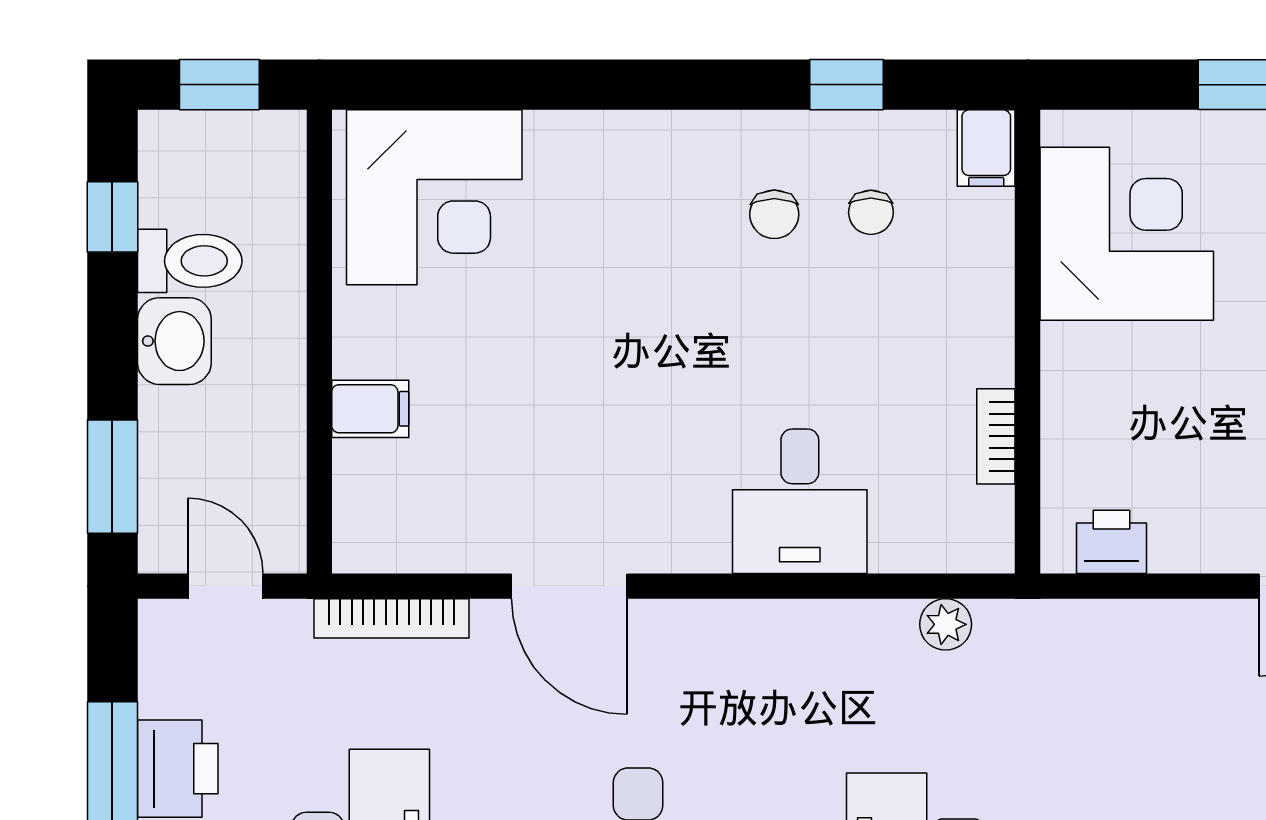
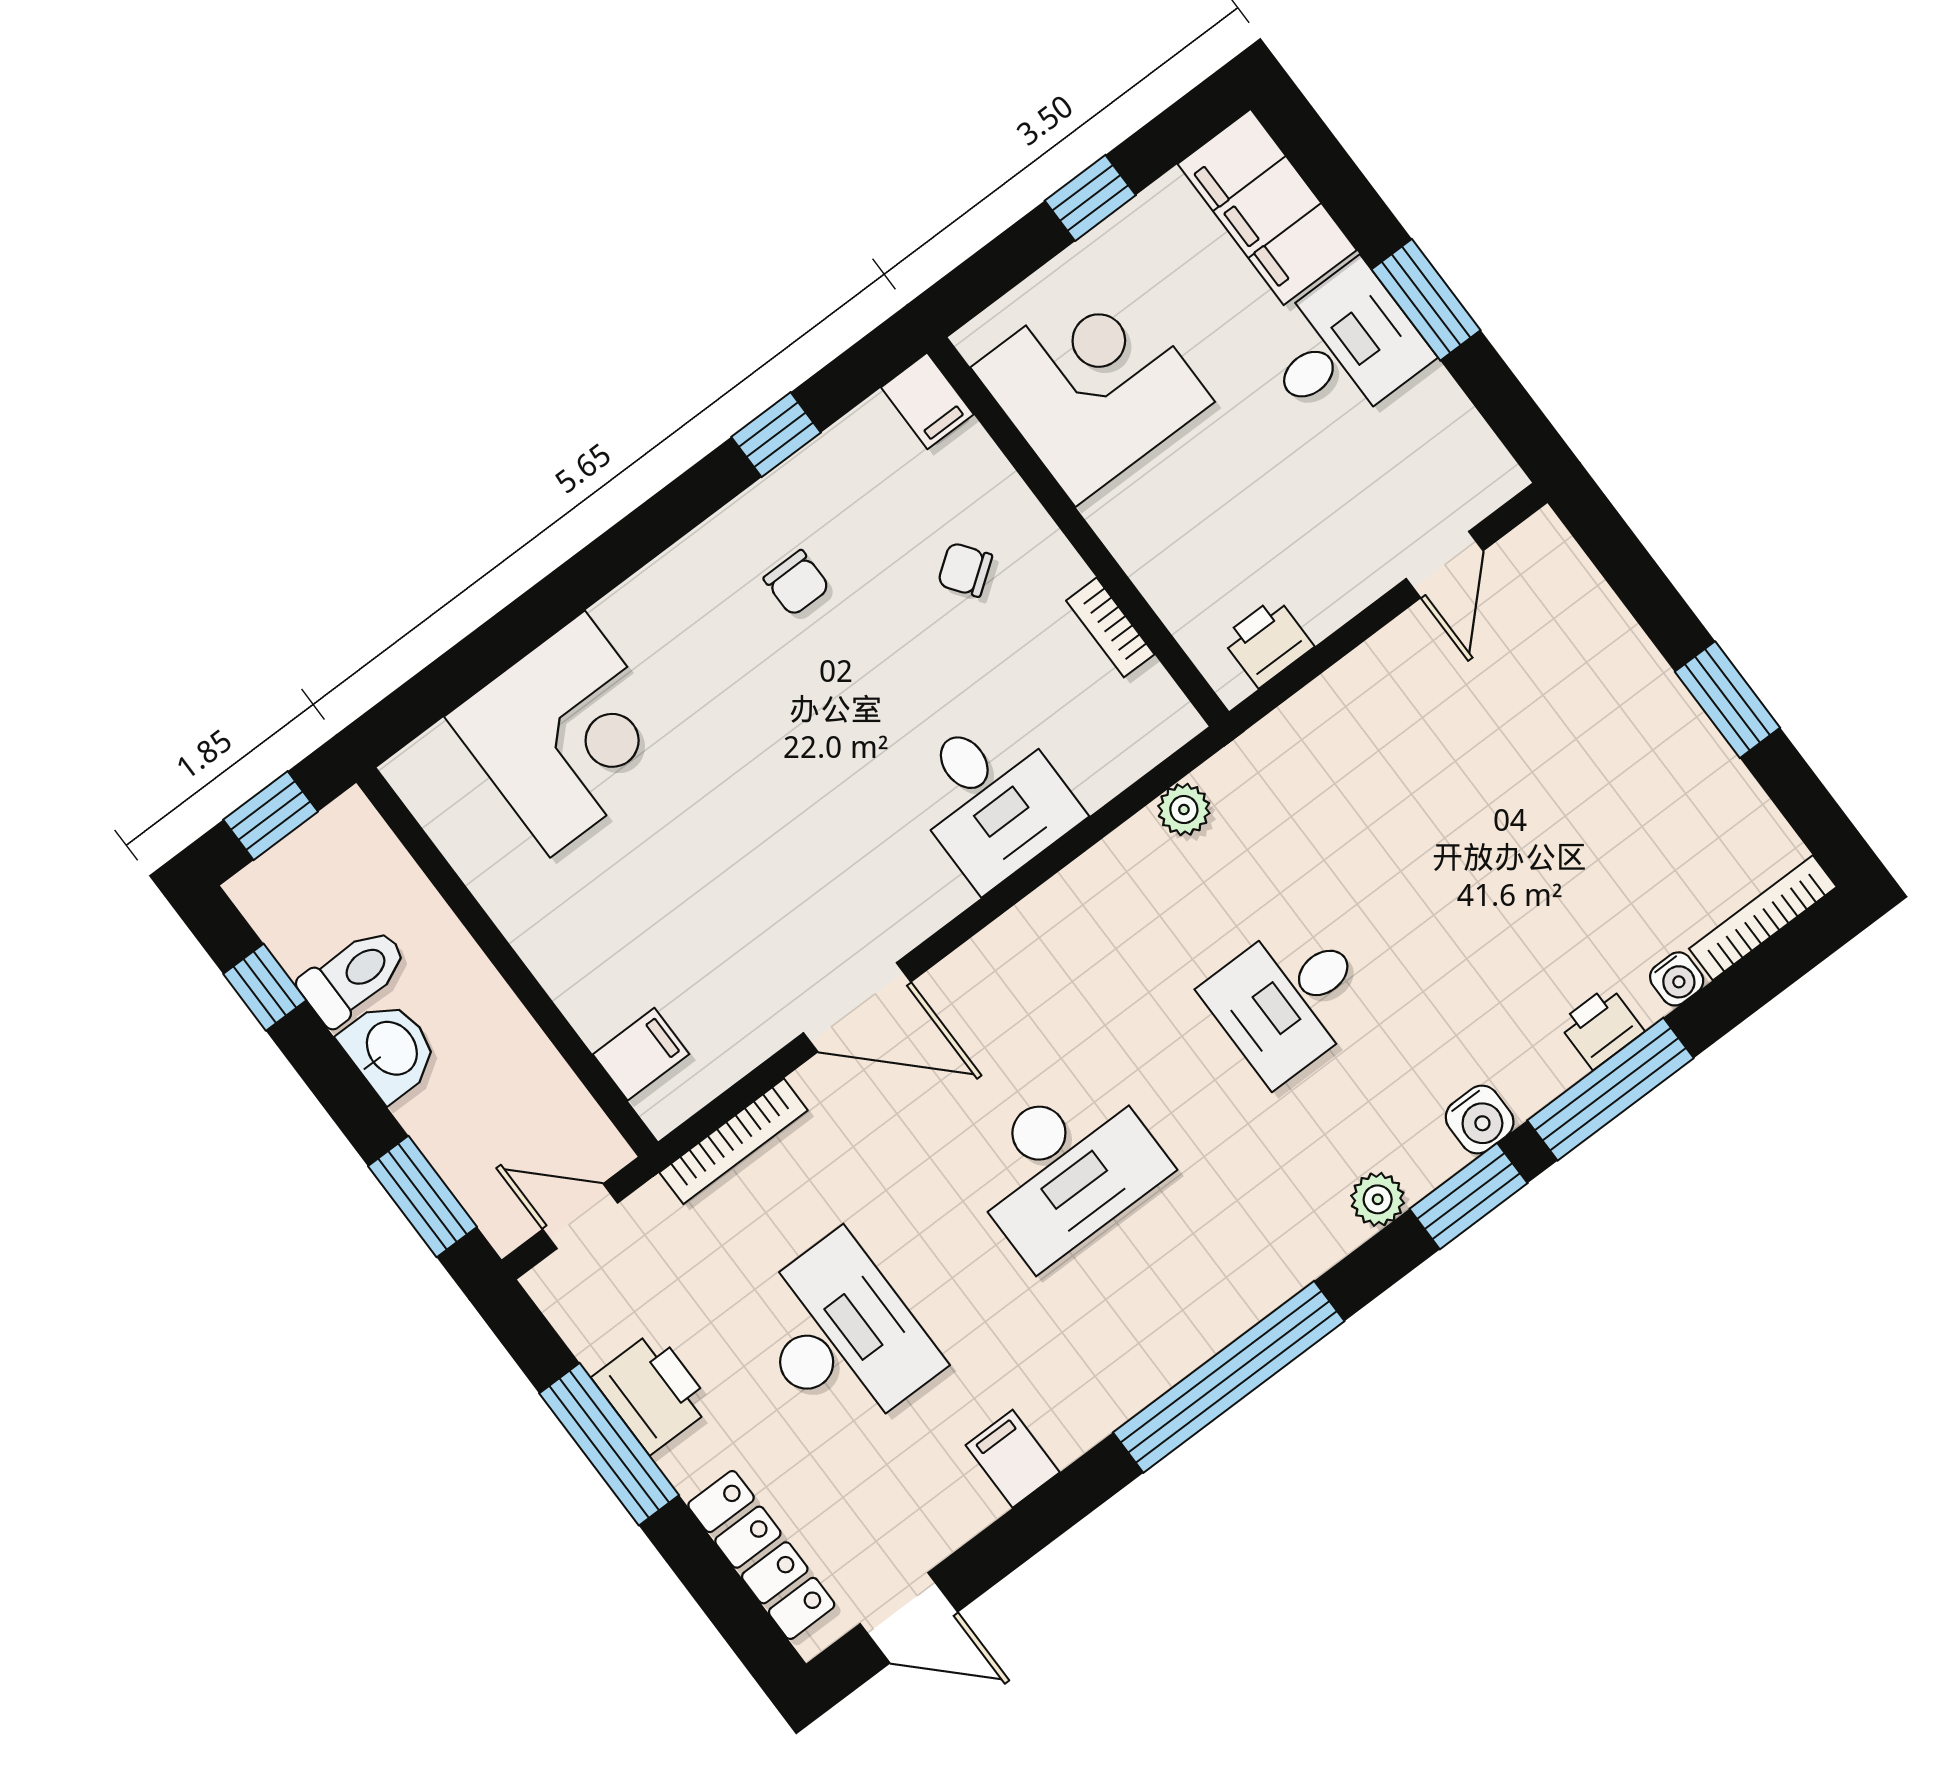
corner desk: (434, 197) -> (568, 734), moved
chair: (871, 212) -> (965, 570), moved, turned 144
filing cabinet: (370, 409) -> (641, 1054), moved

